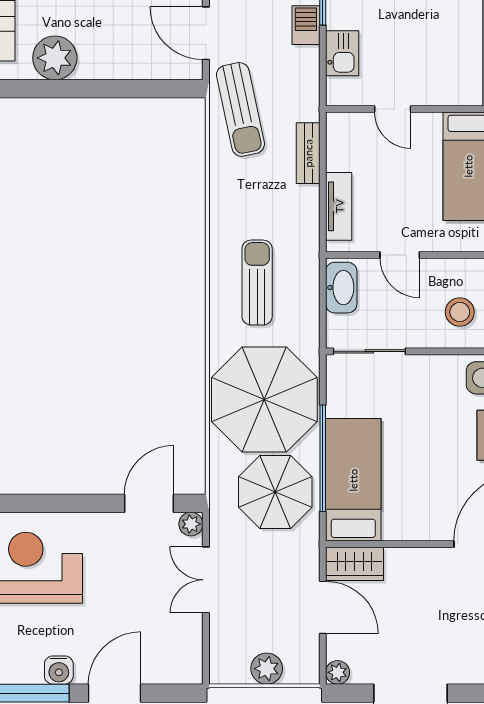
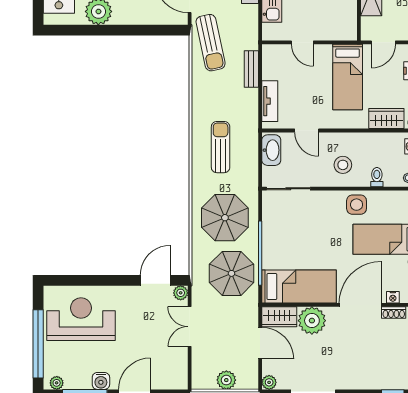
parasol: (264, 399) -> (225, 218), width x0.73, depth x0.73
bed: (353, 480) -> (299, 287), moved, turned 90
plant: (409, 570) -> (312, 321), added

